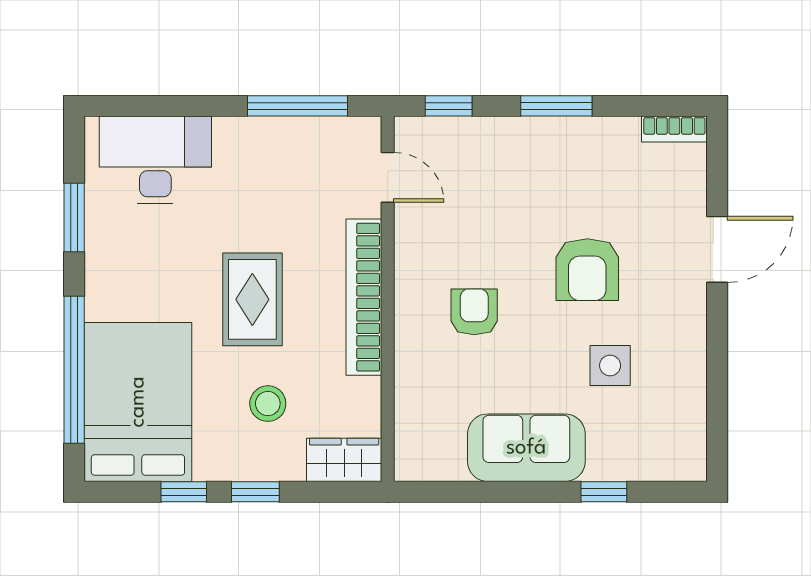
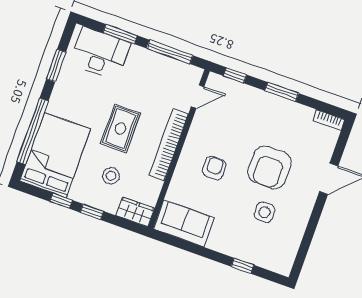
window: (183, 106) -> (120, 34), added
door: (388, 177) -> (198, 97), hinge flipped
armchair: (587, 270) -> (270, 167), width x1.36, depth x1.36
sofa: (526, 448) -> (184, 223), moved

